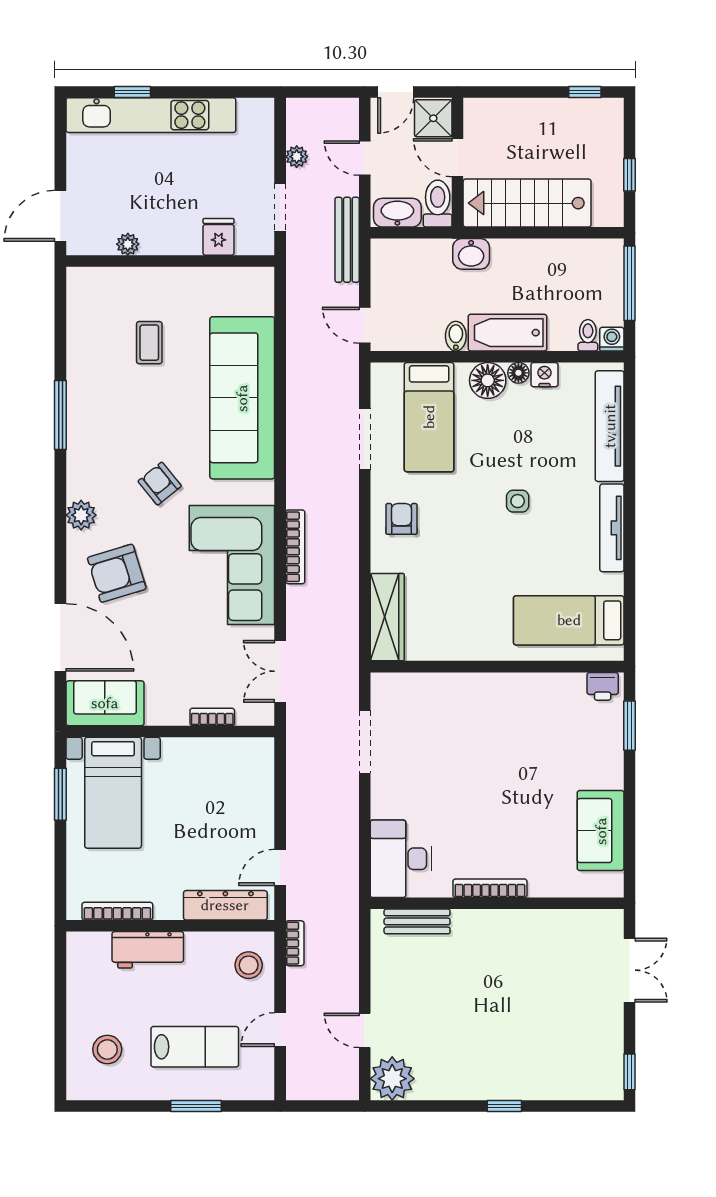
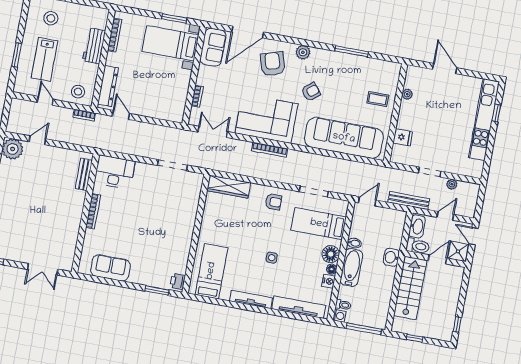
fridge: (219, 237) -> (403, 137), moved
plant: (128, 244) -> (407, 94), moved
wall: (170, 261) -> (396, 113), moved

